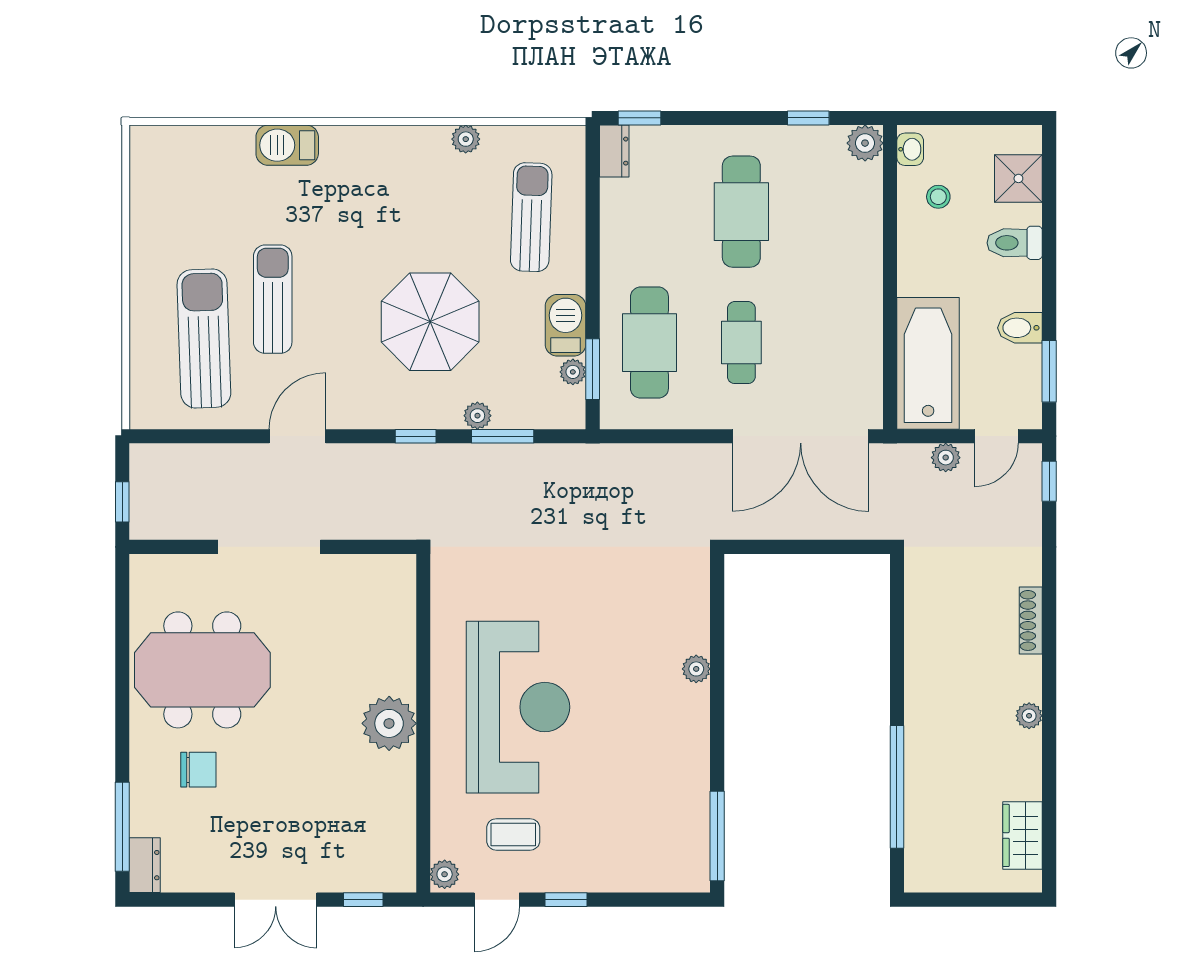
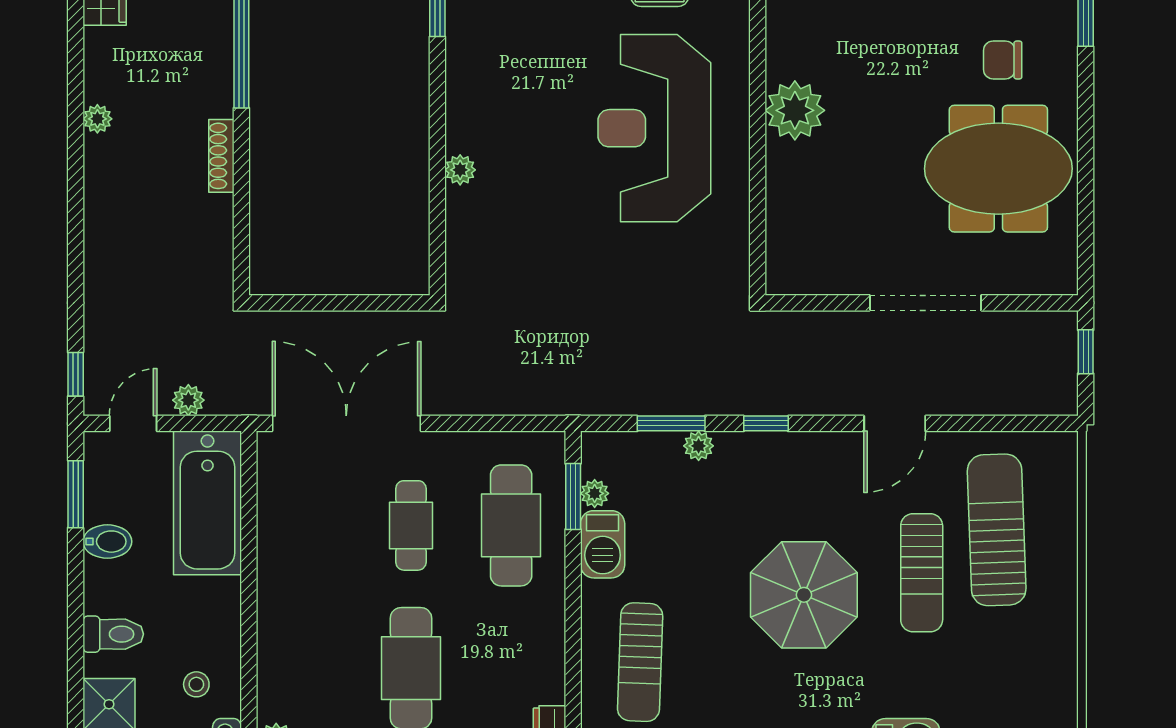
parasol: (430, 322) -> (804, 595), moved
sun lounger: (204, 338) -> (997, 530), turned 180
shoe rack: (1031, 620) -> (221, 156), moved, turned 180

